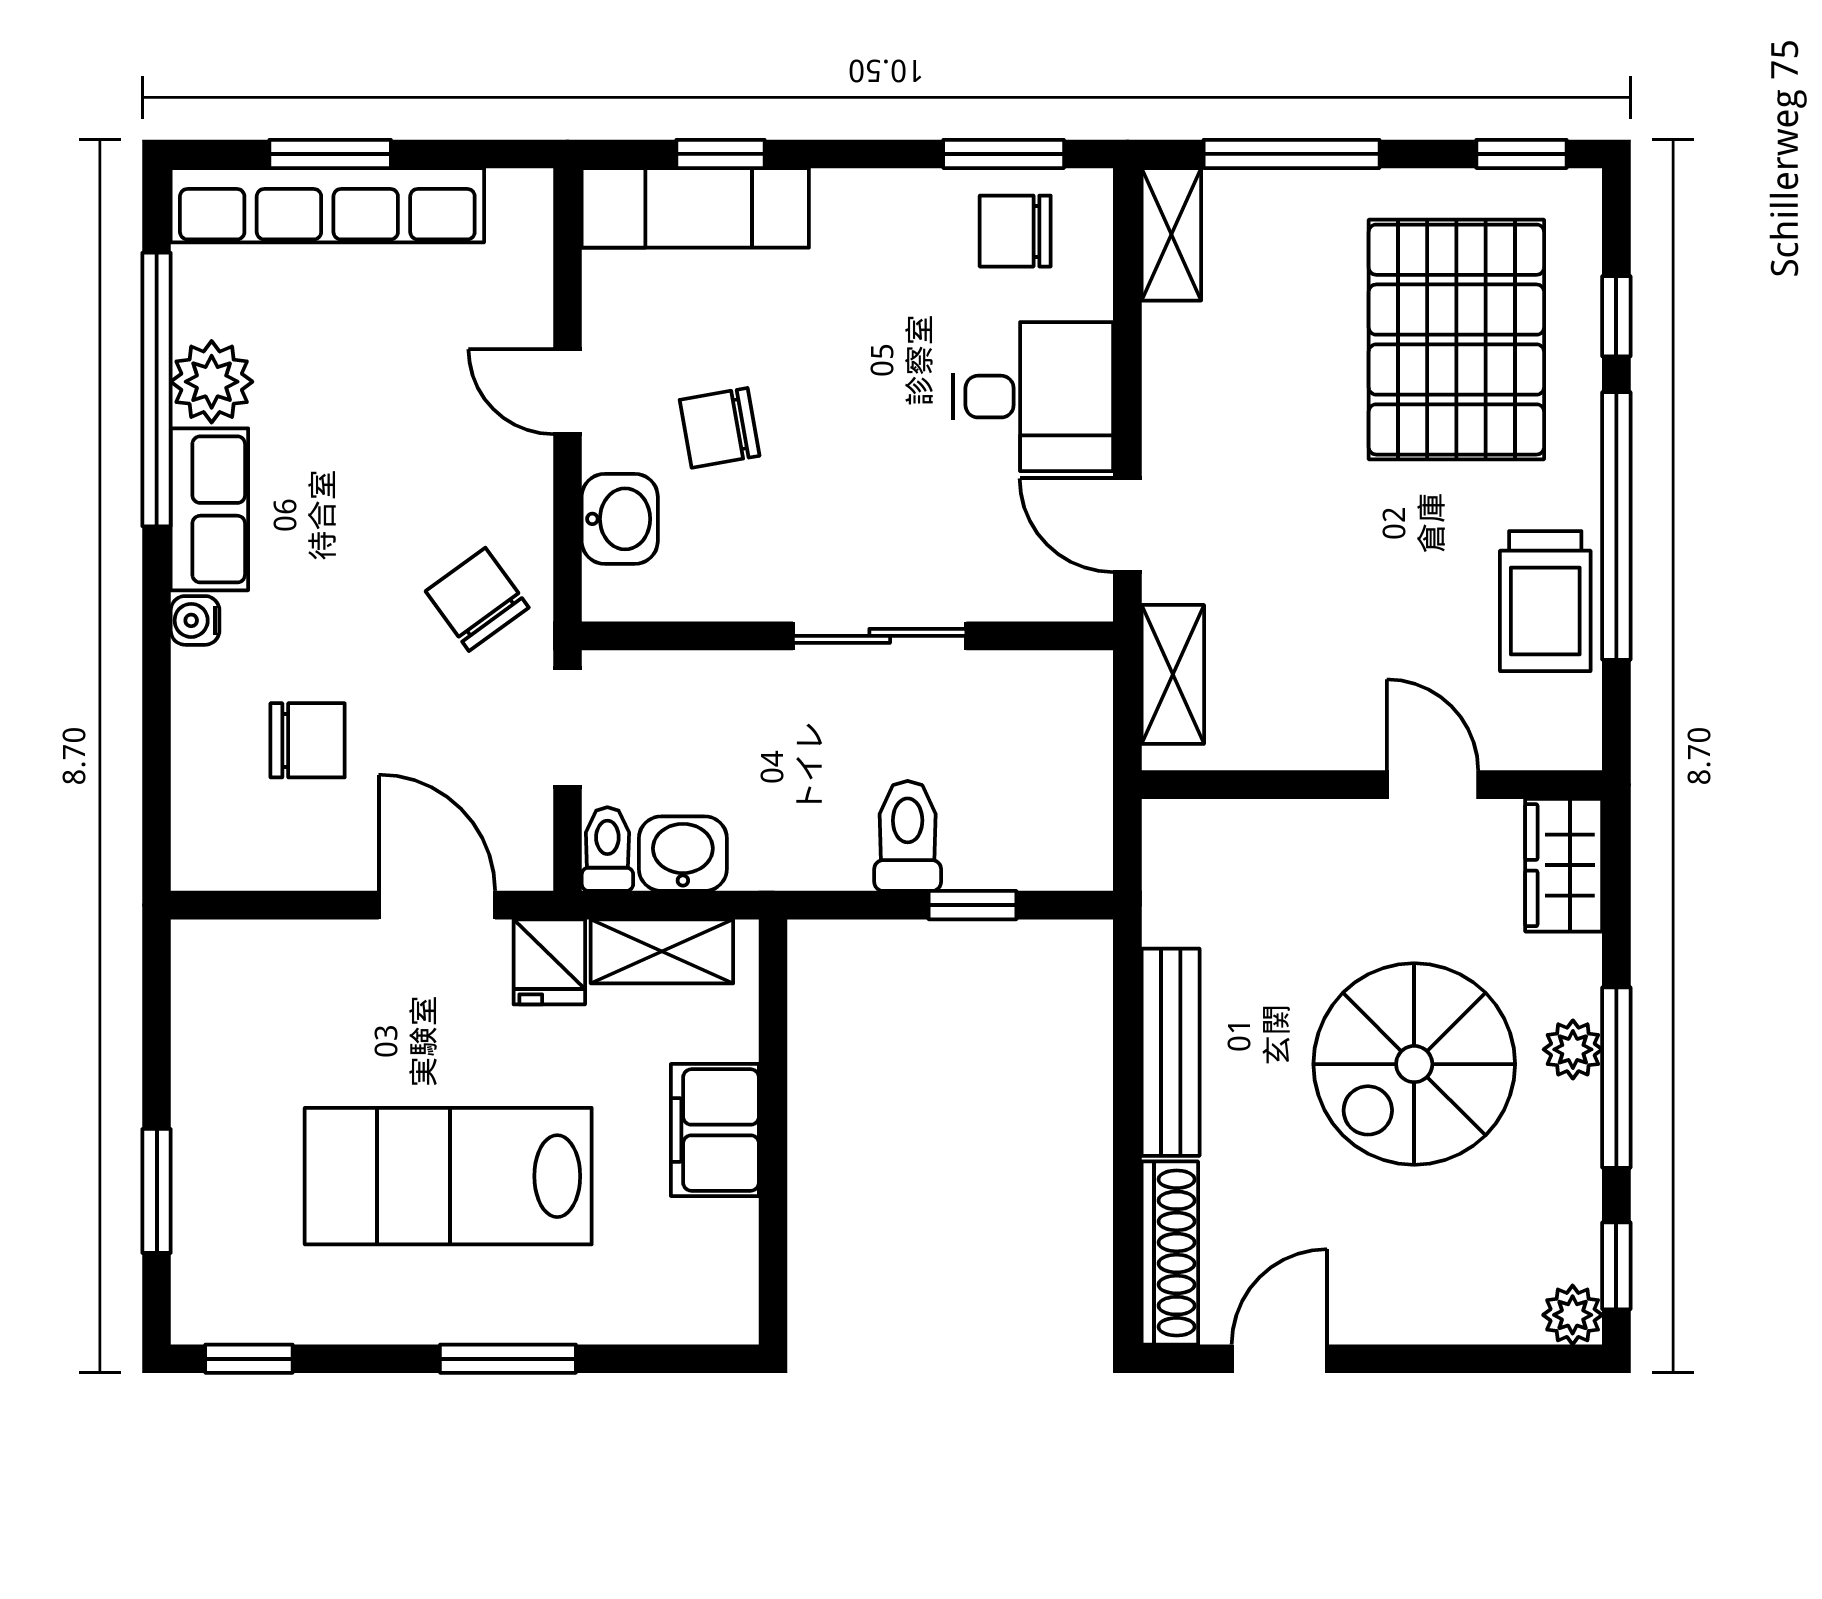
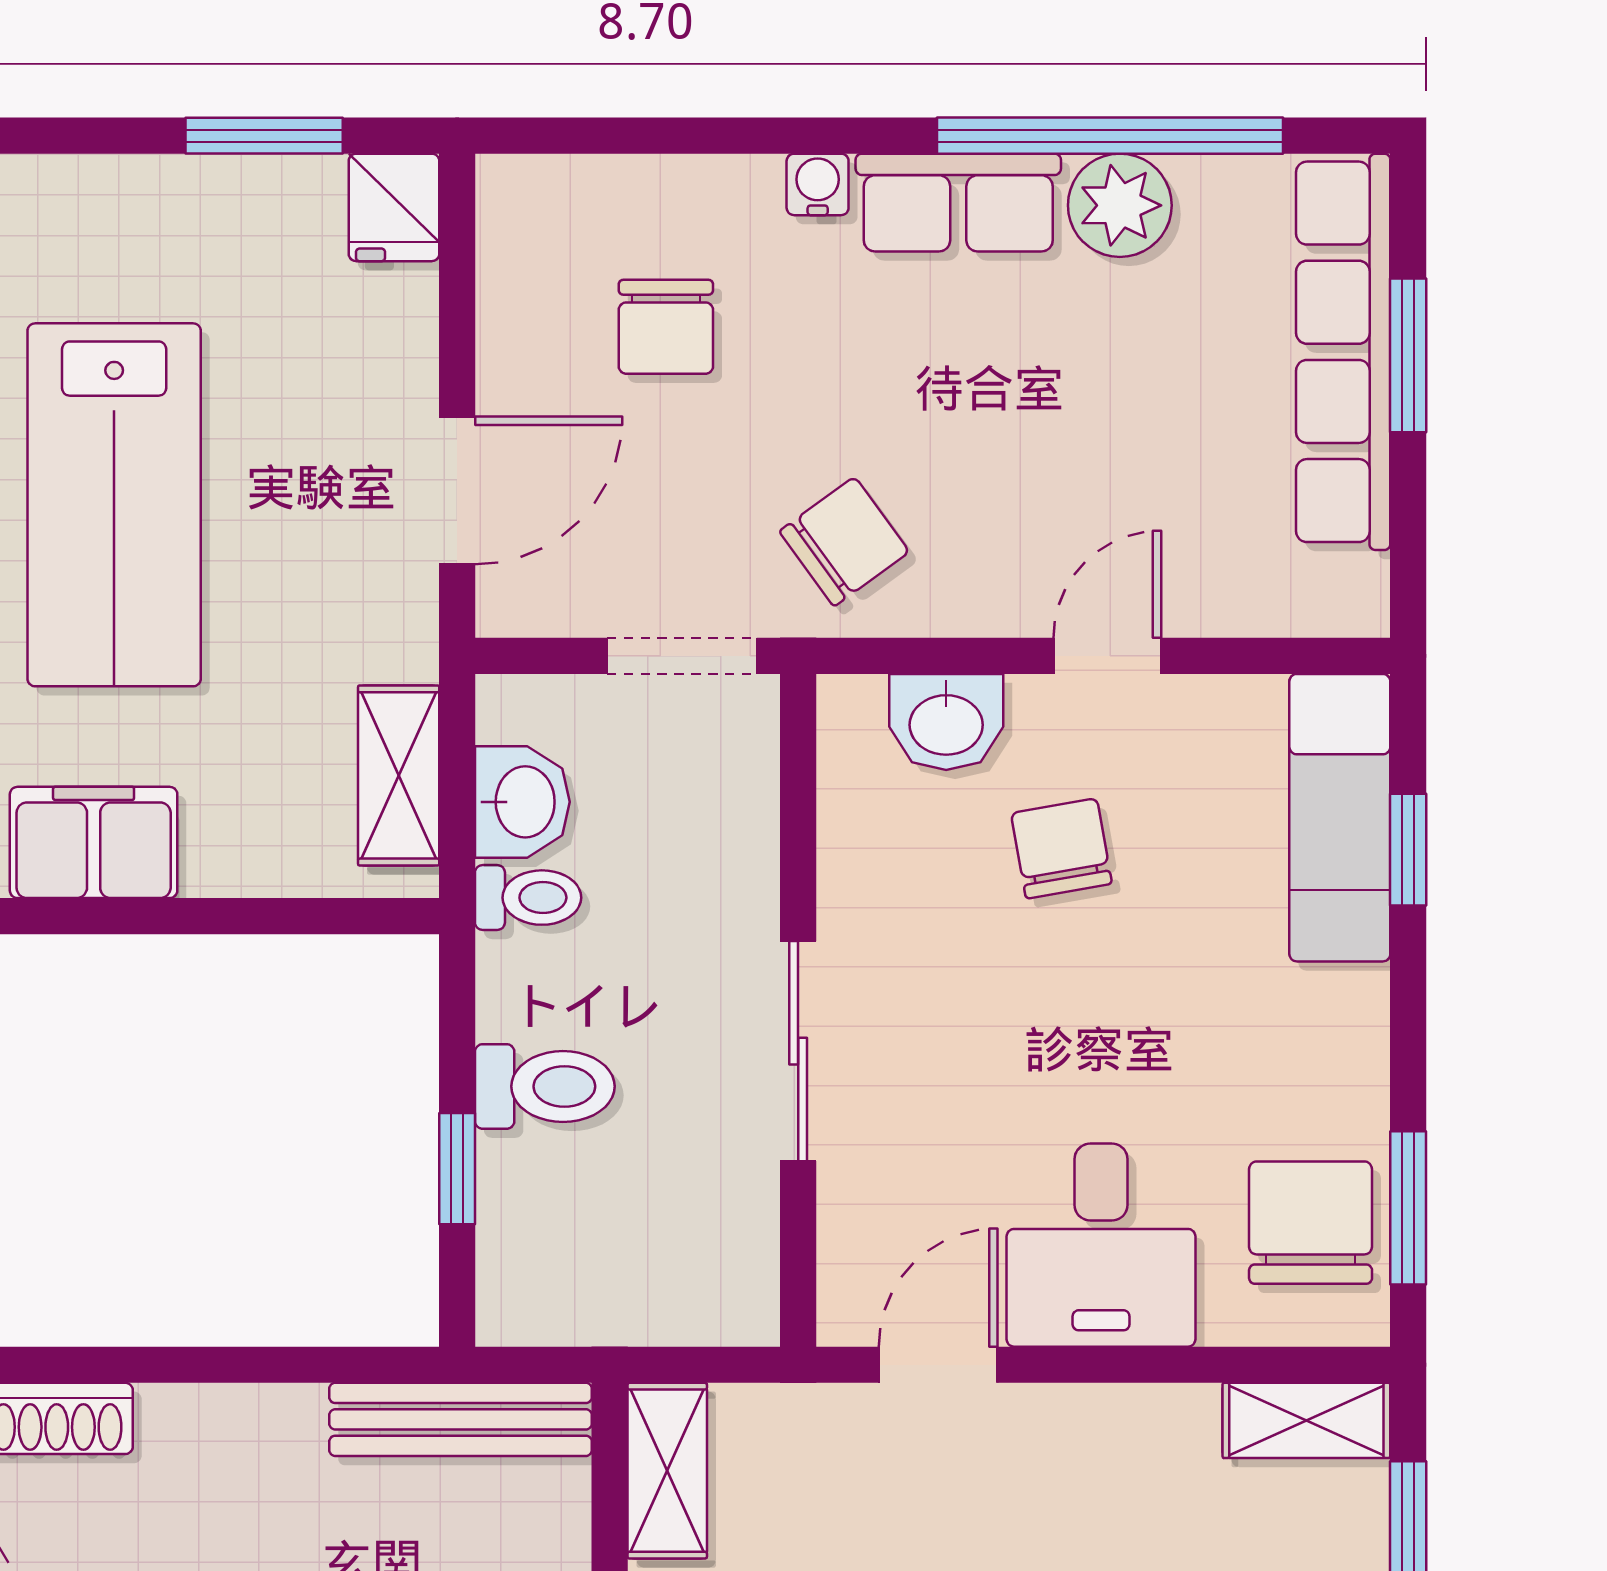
chair: (1015, 231) -> (1311, 1223), width x1.37, depth x1.37
shelving: (1173, 674) -> (667, 1471), moved, turned 90
toilet: (607, 849) -> (528, 898), moved
fridge: (549, 962) -> (394, 207), moved, turned -90
bench: (1171, 1052) -> (461, 1419), moved
filing cabinet: (715, 1130) -> (94, 842), moved
lab bench: (448, 1176) -> (114, 505), turned 180
window: (157, 1191) -> (264, 136), moved

